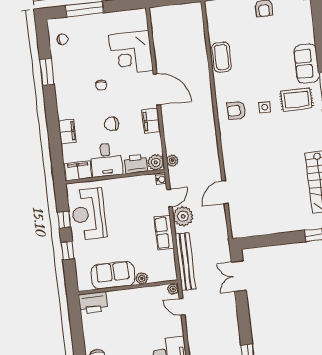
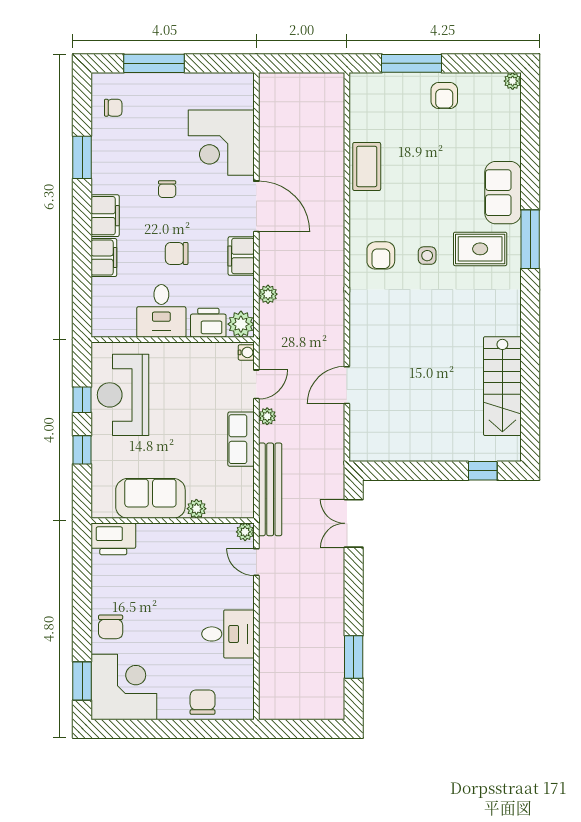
armchair: (236, 111) -> (381, 255), turned -90
plant: (172, 161) -> (268, 294), moved
filing cabinet: (78, 171) -> (105, 216), moved, turned 90
plant: (183, 216) -> (267, 416), width x0.53, depth x0.53

